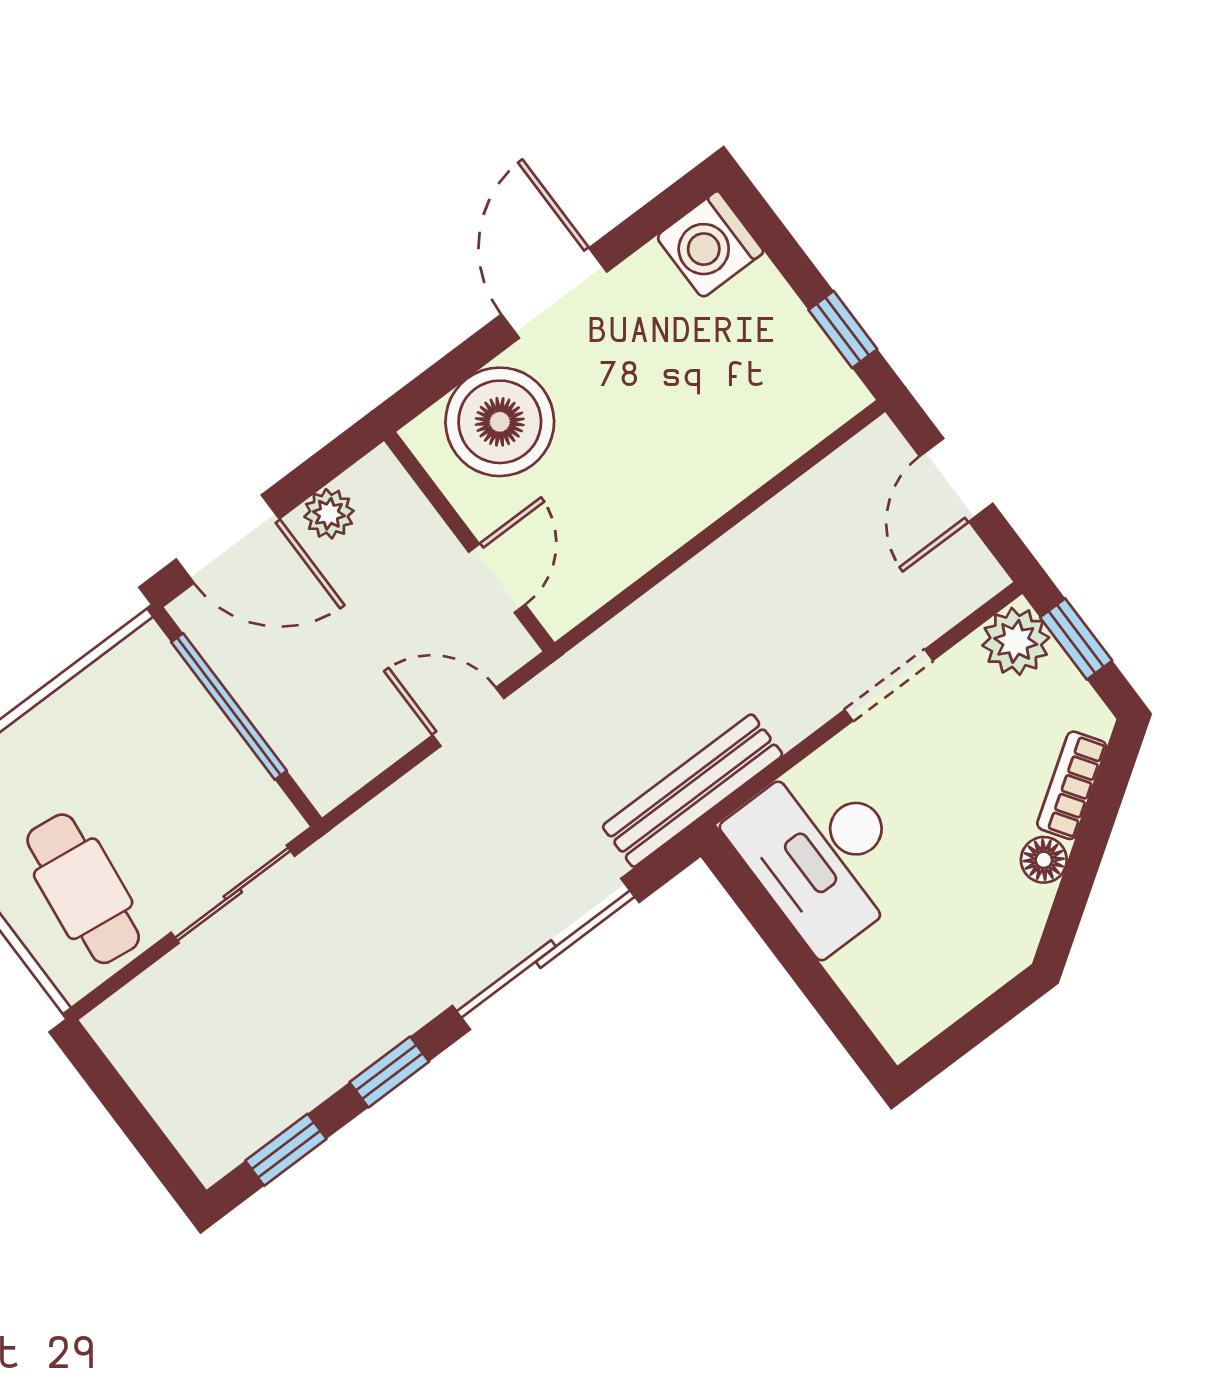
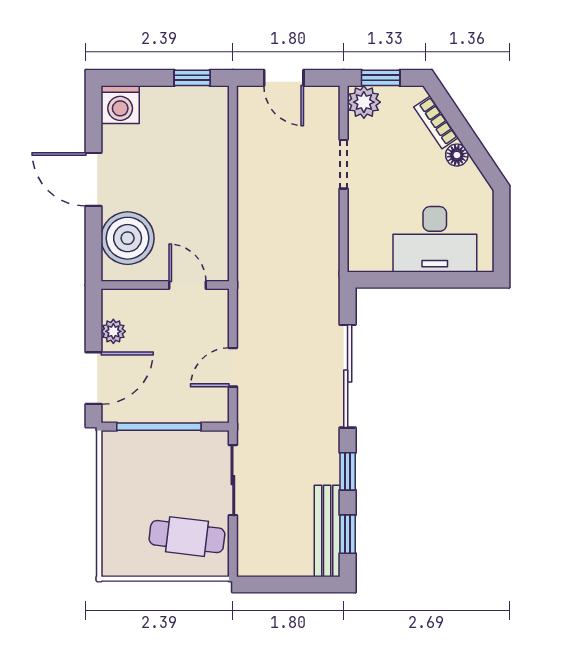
door: (468, 717) -> (233, 367), moved
bench: (693, 791) -> (327, 531), moved
desk: (822, 854) -> (435, 239), moved

